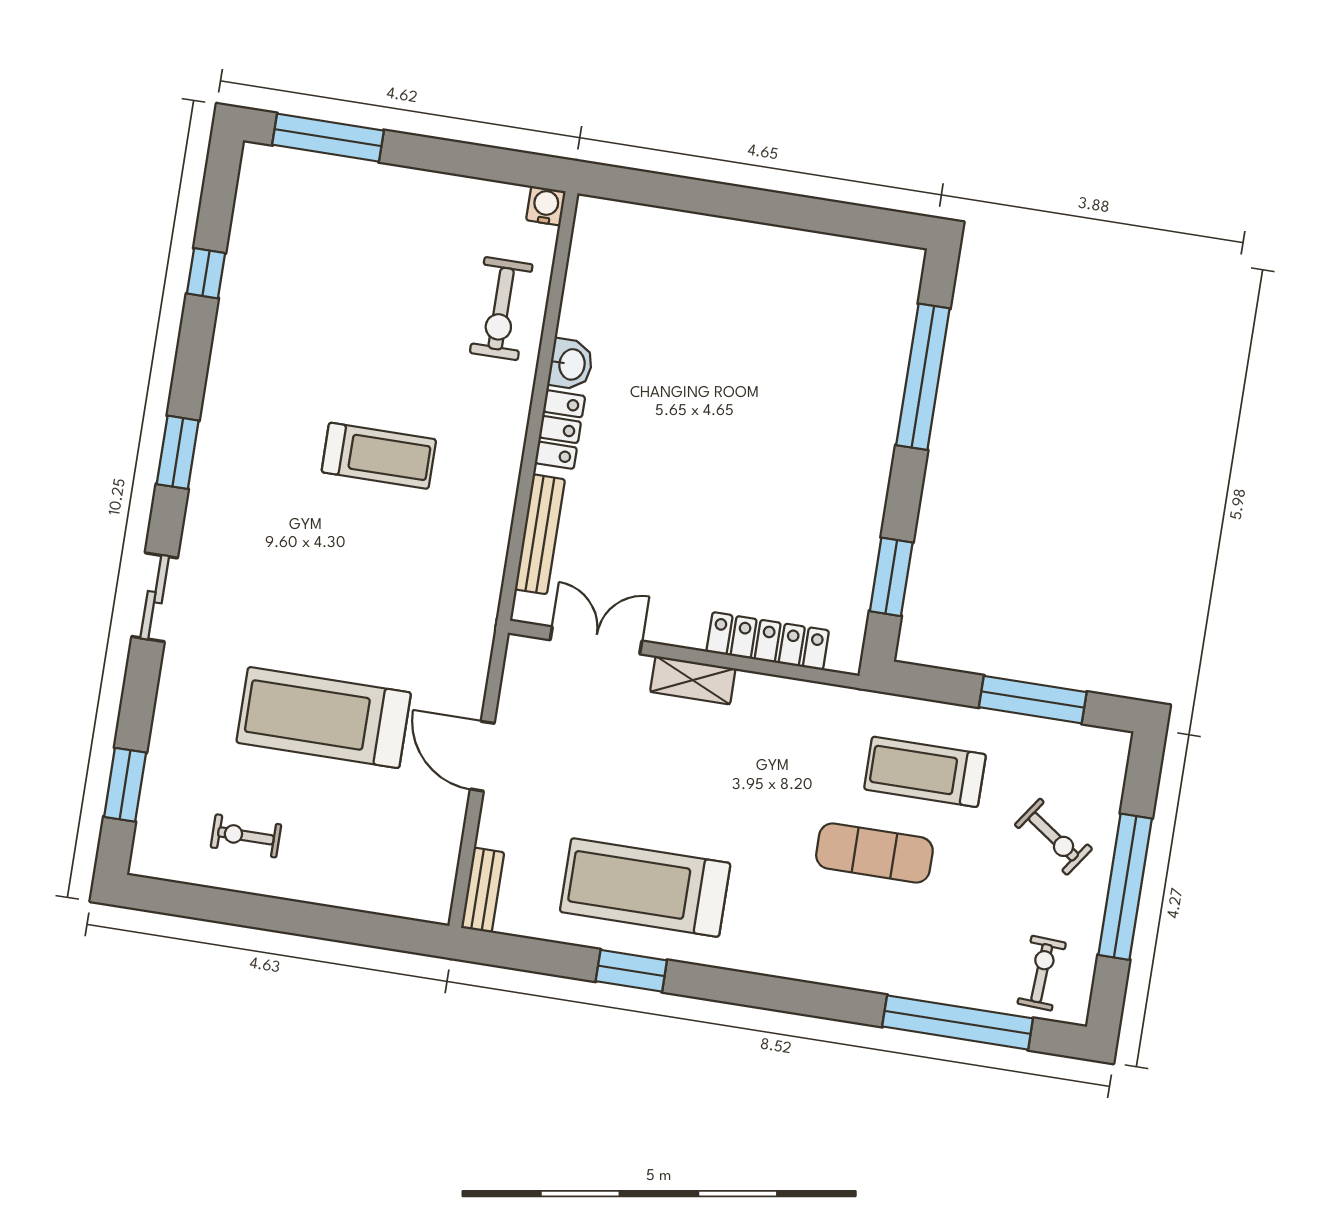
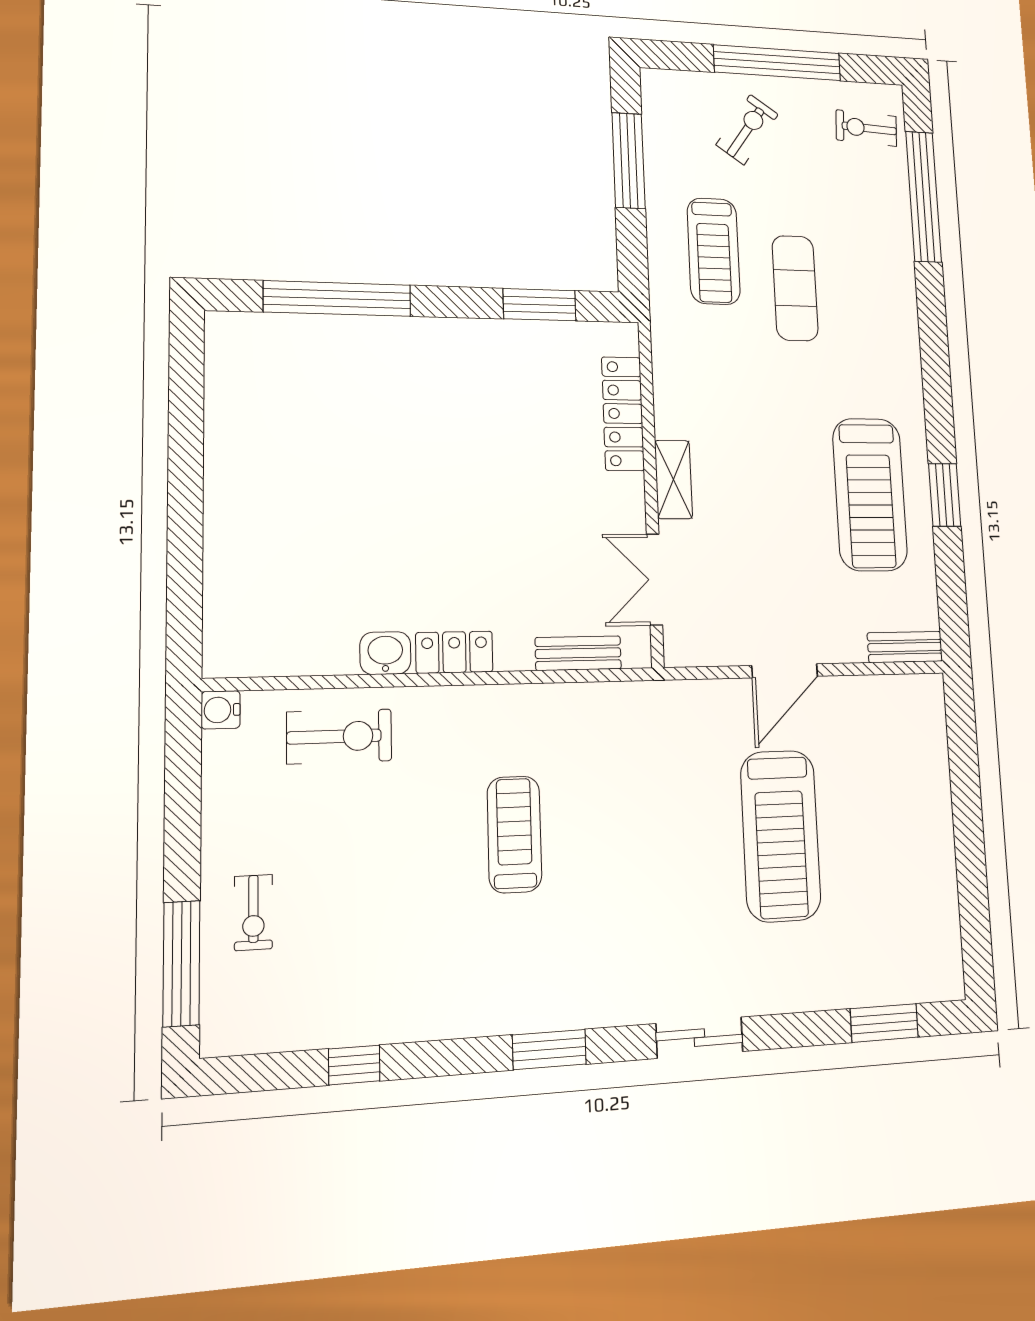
bench: (540, 534) -> (578, 653), width x0.73
exercise bike: (246, 836) -> (253, 913), moved

